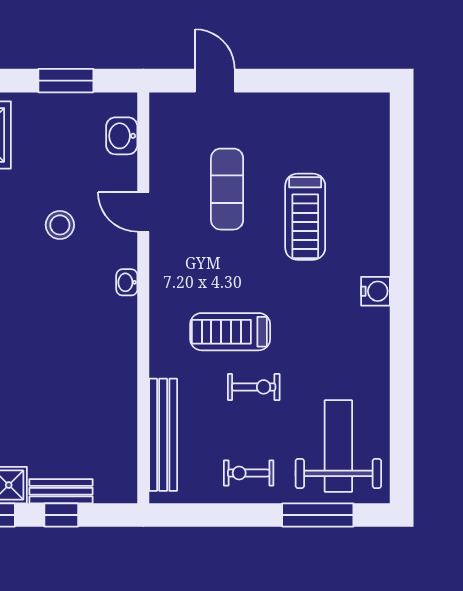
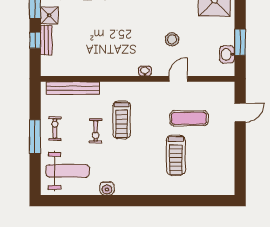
washbasin: (122, 136) -> (227, 54), moved, turned -90
treadmill: (305, 217) -> (176, 155), turned -90
water cooler: (375, 291) -> (107, 188), moved
treadmill: (230, 332) -> (122, 120), turned 180
window: (318, 515) -> (35, 137), moved

